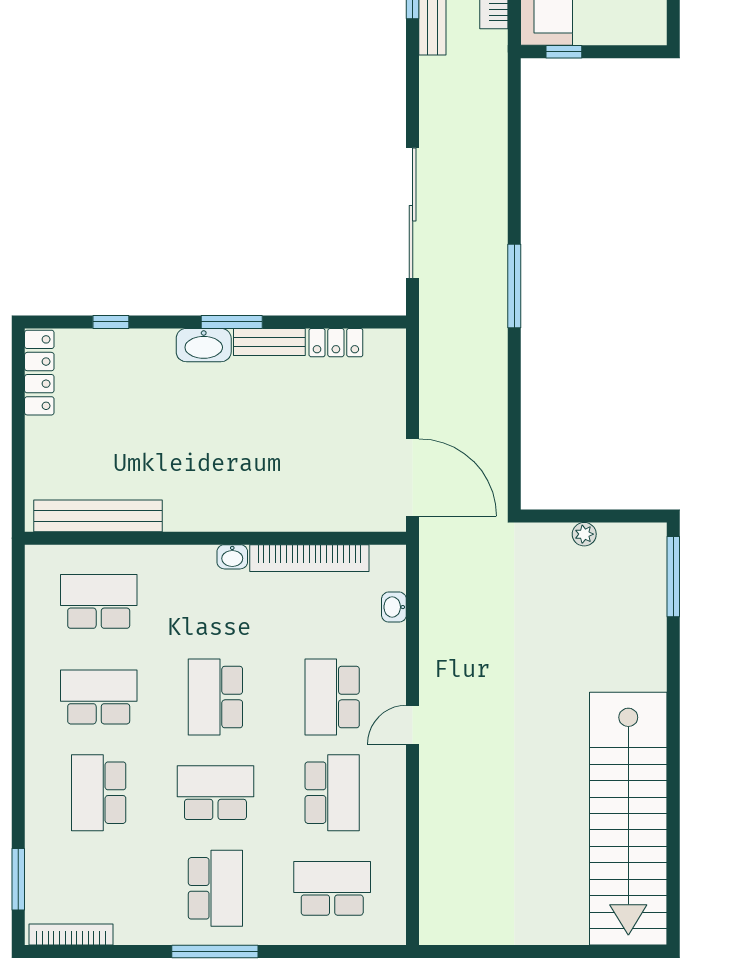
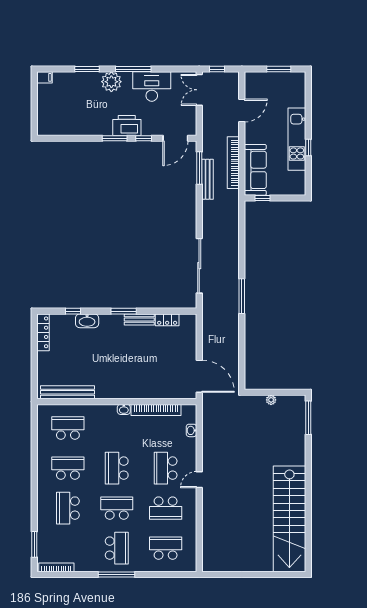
washbasin: (204, 345) -> (87, 321), moved
school desk: (332, 793) -> (166, 508), turned 90

